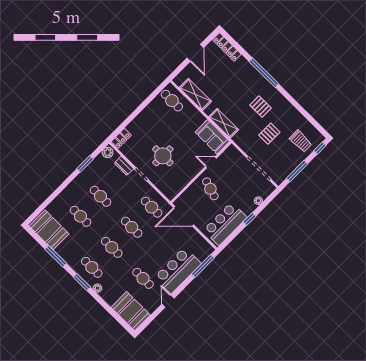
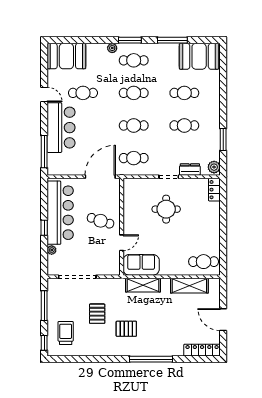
trolley: (301, 141) -> (66, 333), turned 90
bar counter: (225, 224) -> (60, 213), width x1.36

